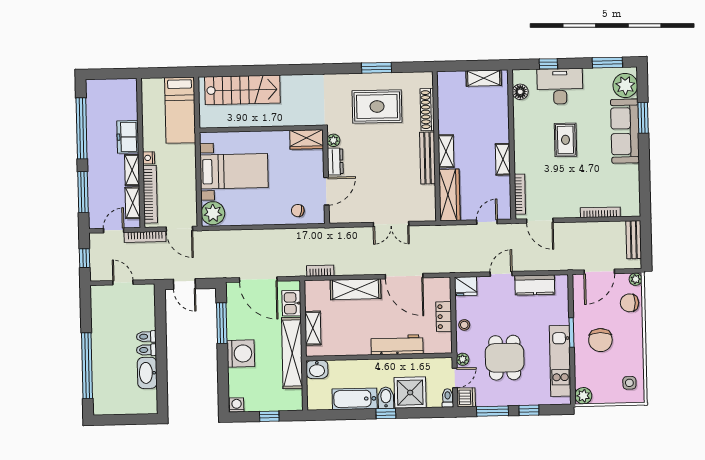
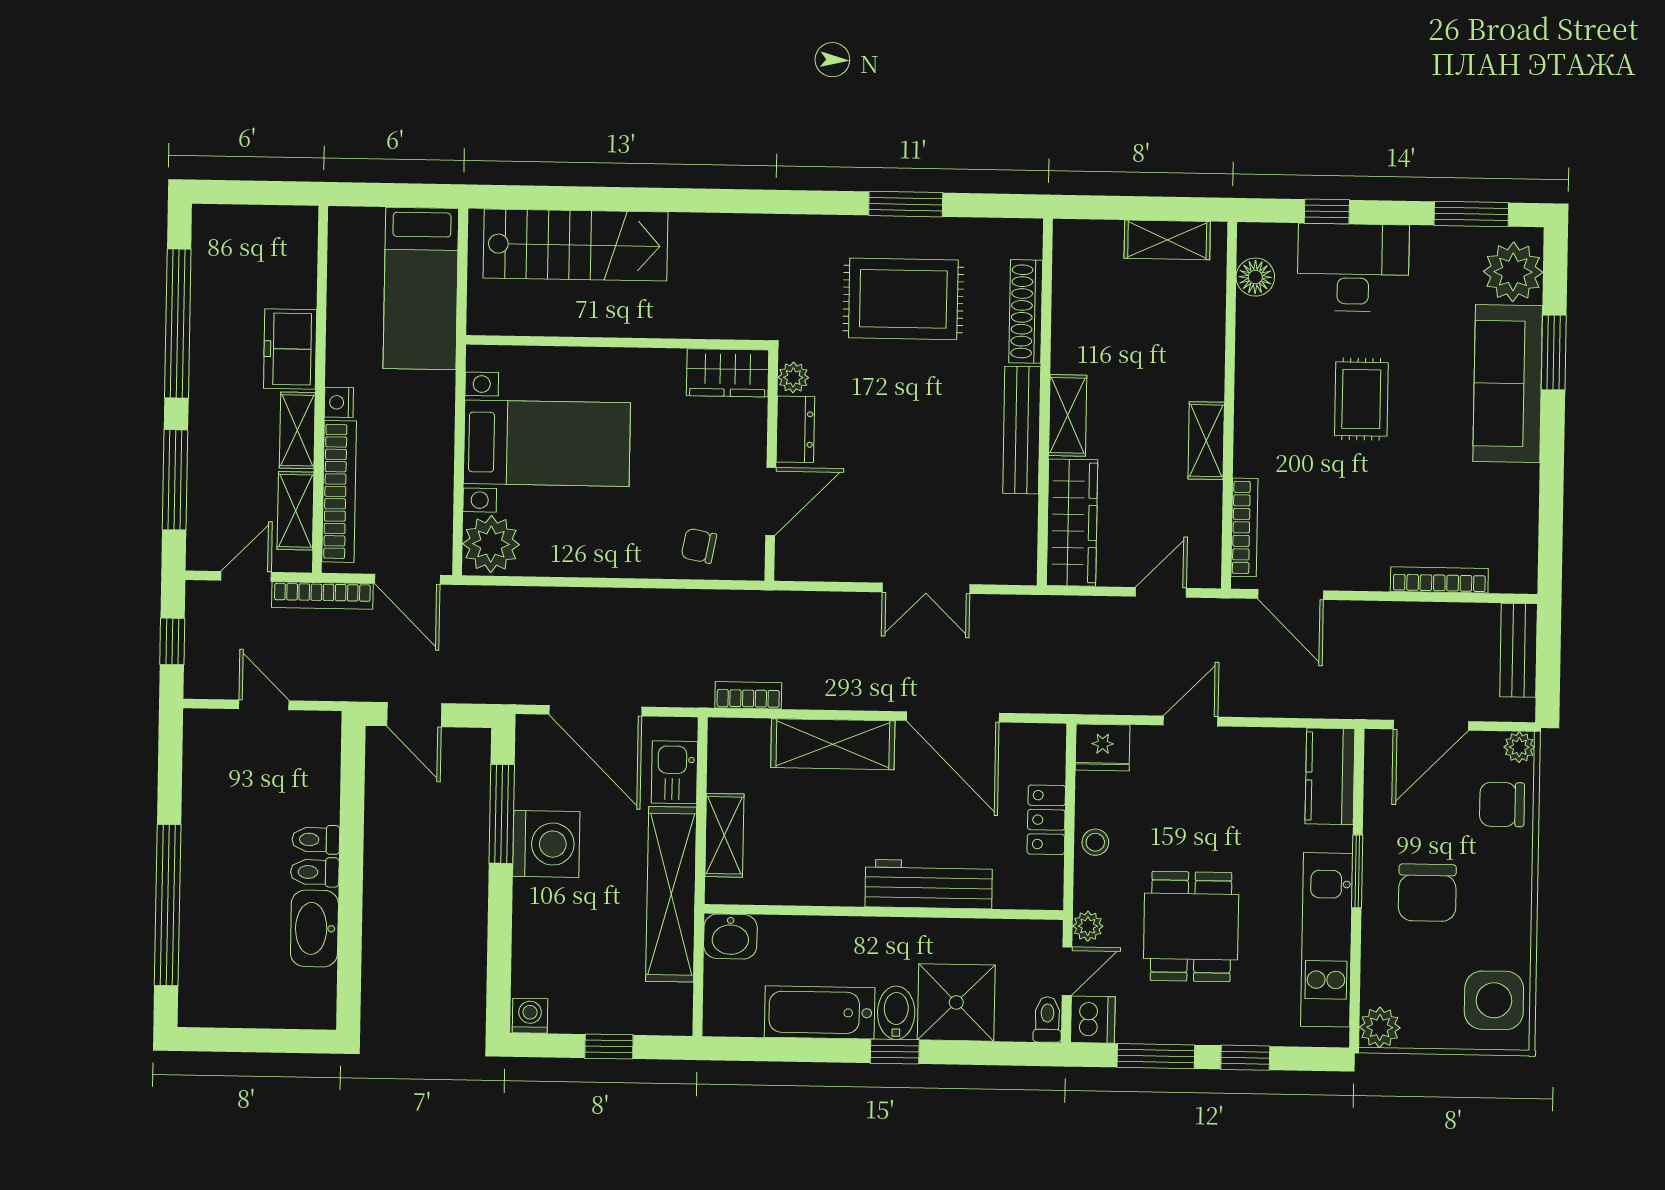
kitchen counter: (535, 285) -> (1330, 776), moved, turned 90
washing machine: (241, 354) -> (546, 844), moved
side table: (629, 383) -> (1494, 1000), width x1.87, depth x1.87

